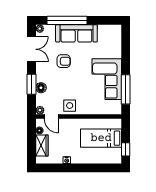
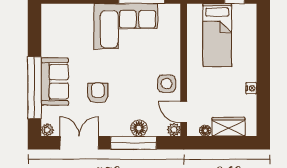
sofa: (76, 33) -> (55, 82), width x0.73
window: (31, 84) -> (134, 143), width x1.44
door: (51, 117) -> (184, 112), swing flipped

